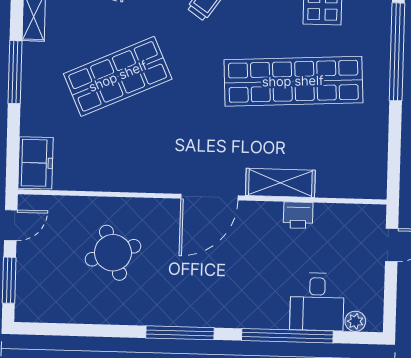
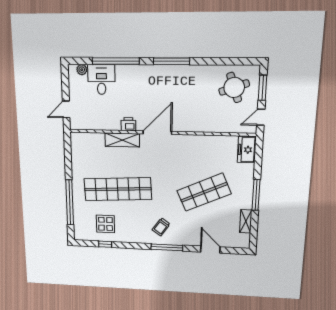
printer: (298, 215) -> (128, 124), moved
round table: (113, 253) -> (234, 87), moved

